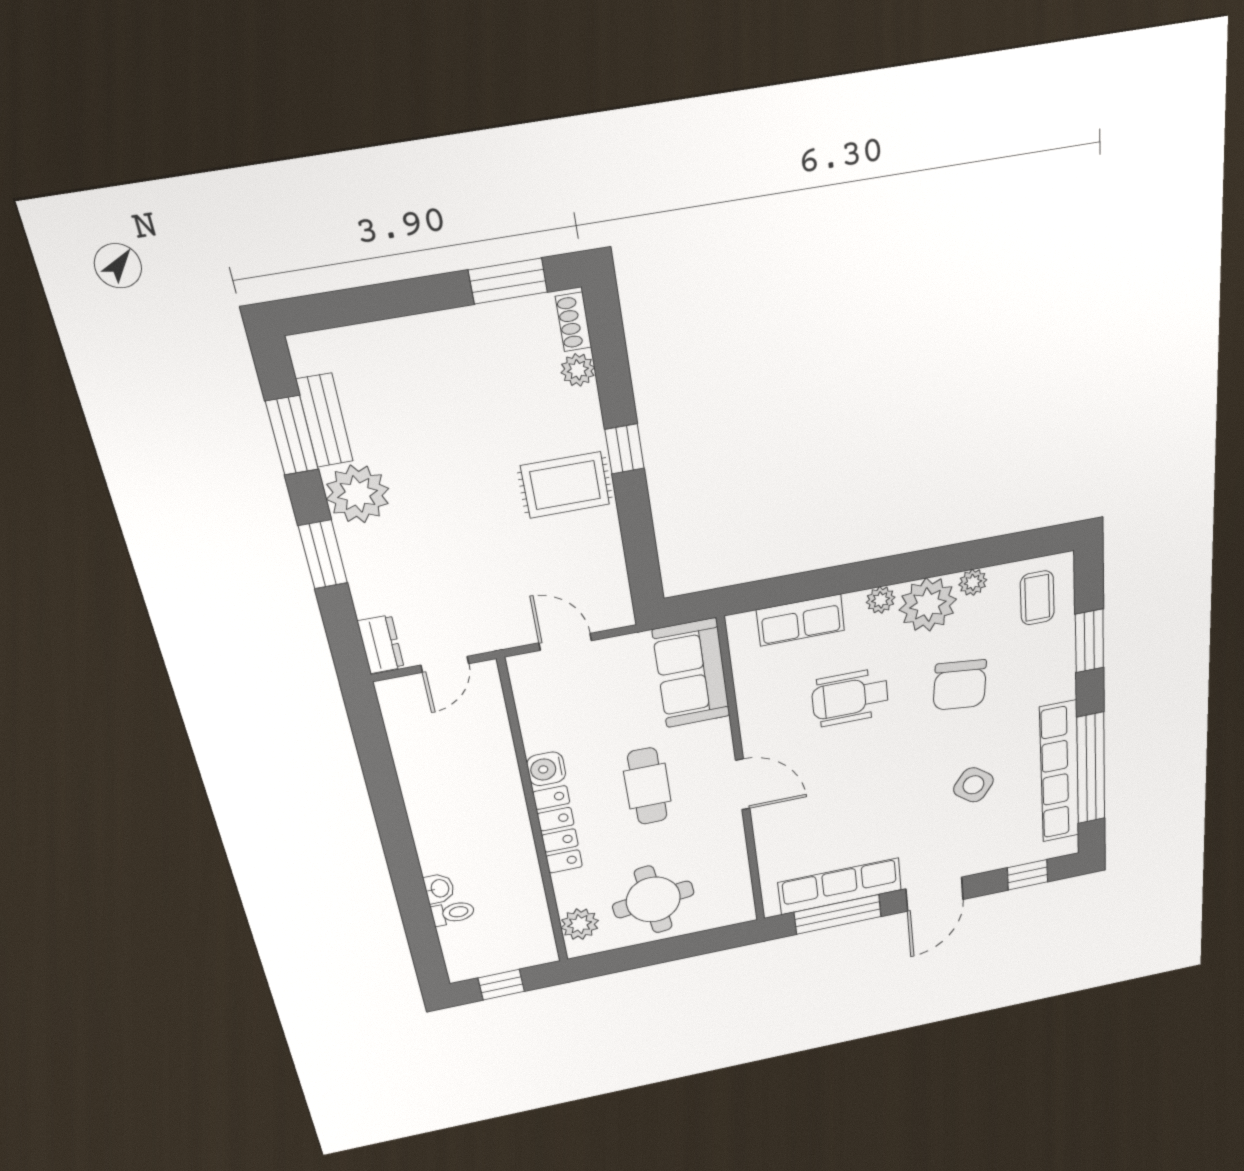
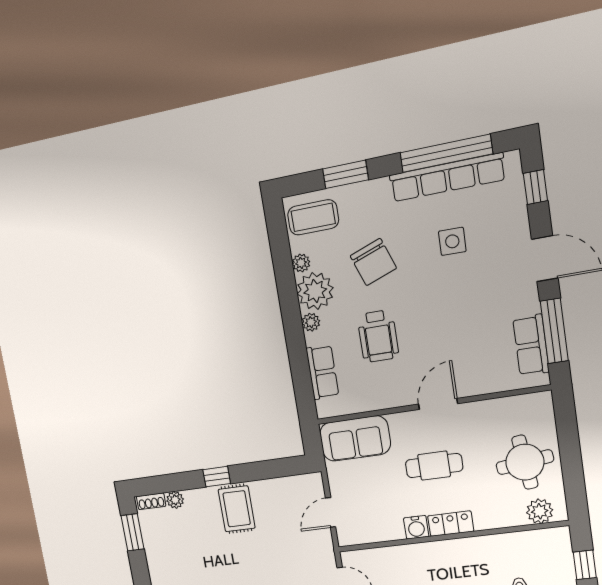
coffee table: (1037, 598) -> (313, 217), width x1.36, depth x1.30
chair: (960, 685) -> (373, 262), turned 64
side table: (973, 785) -> (452, 241), turned -36
locker: (558, 830) -> (451, 524), width x0.66
row of seats: (840, 886) -> (531, 345), width x0.68

